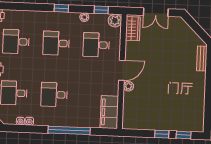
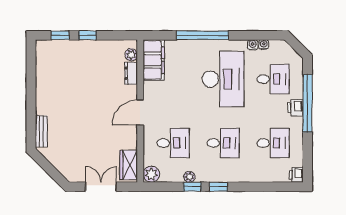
window: (101, 10) -> (192, 187), moved
plant: (128, 86) -> (131, 55), moved
desk: (54, 95) -> (223, 79), width x1.87, depth x1.30
dresser: (128, 102) -> (131, 73), added

